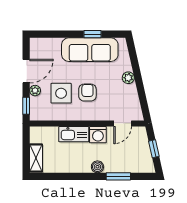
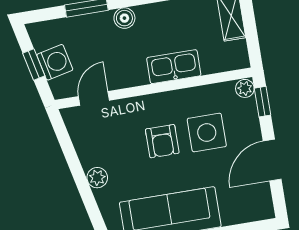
plant: (35, 91) -> (245, 88), moved
washing machine: (98, 135) -> (55, 62), moved, turned 77

